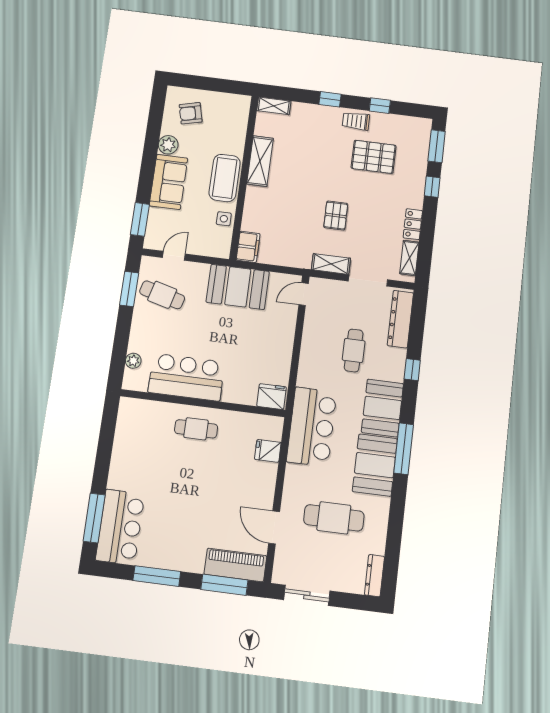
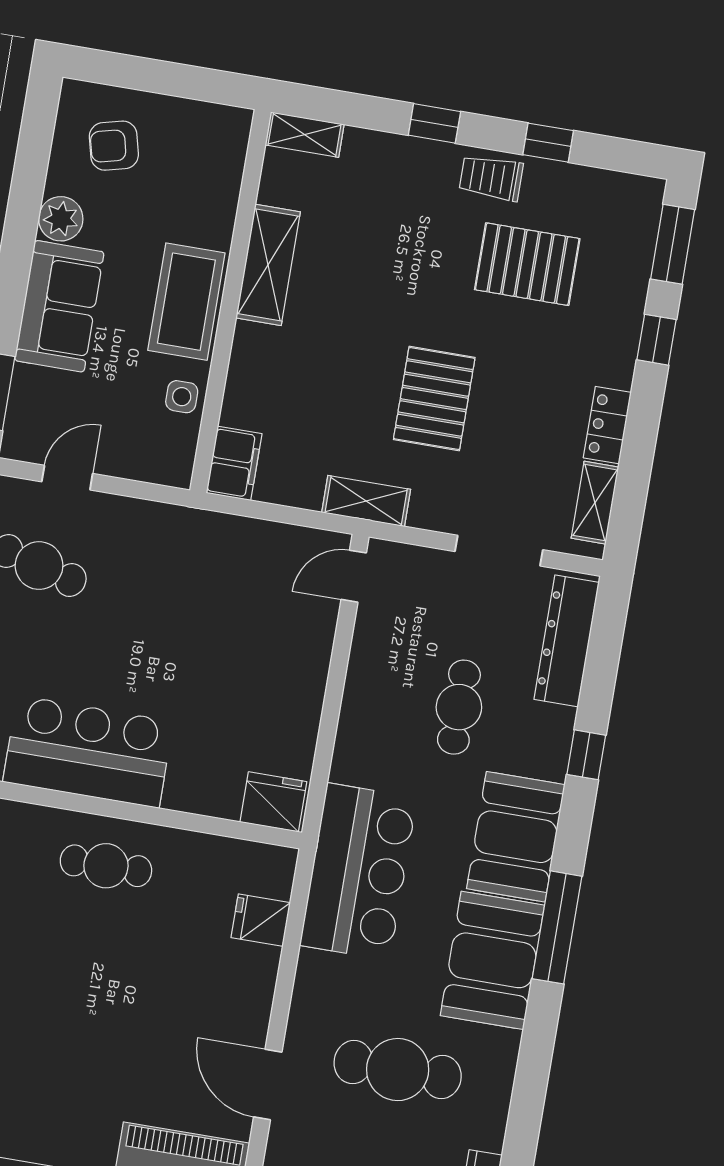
pallet: (336, 216) -> (434, 399), width x1.50, depth x1.42
shelving: (331, 264) -> (366, 501), moved
booth: (238, 287) -> (208, 554), removed

